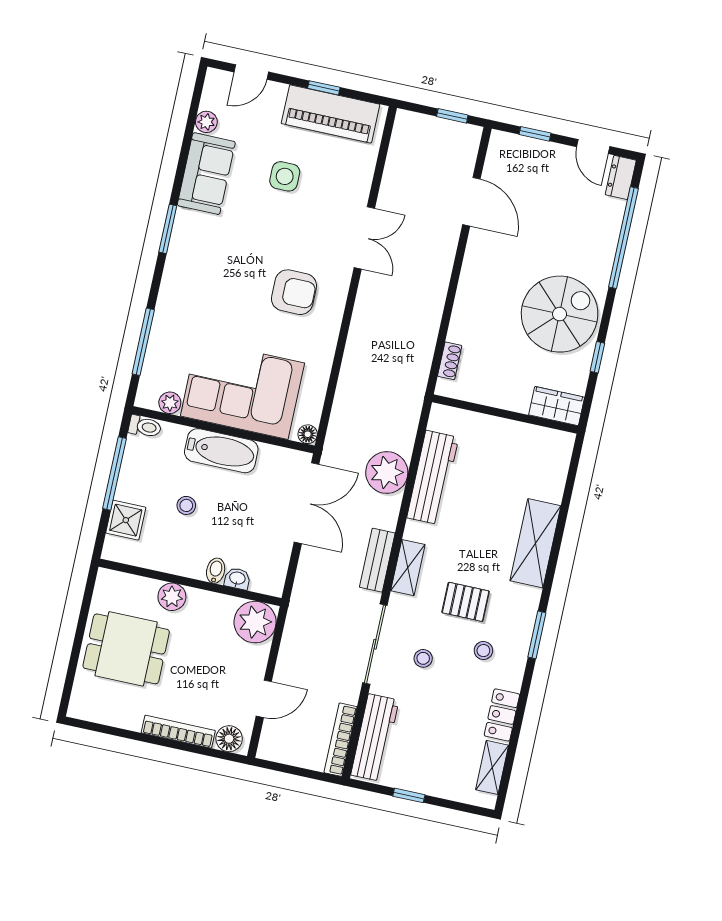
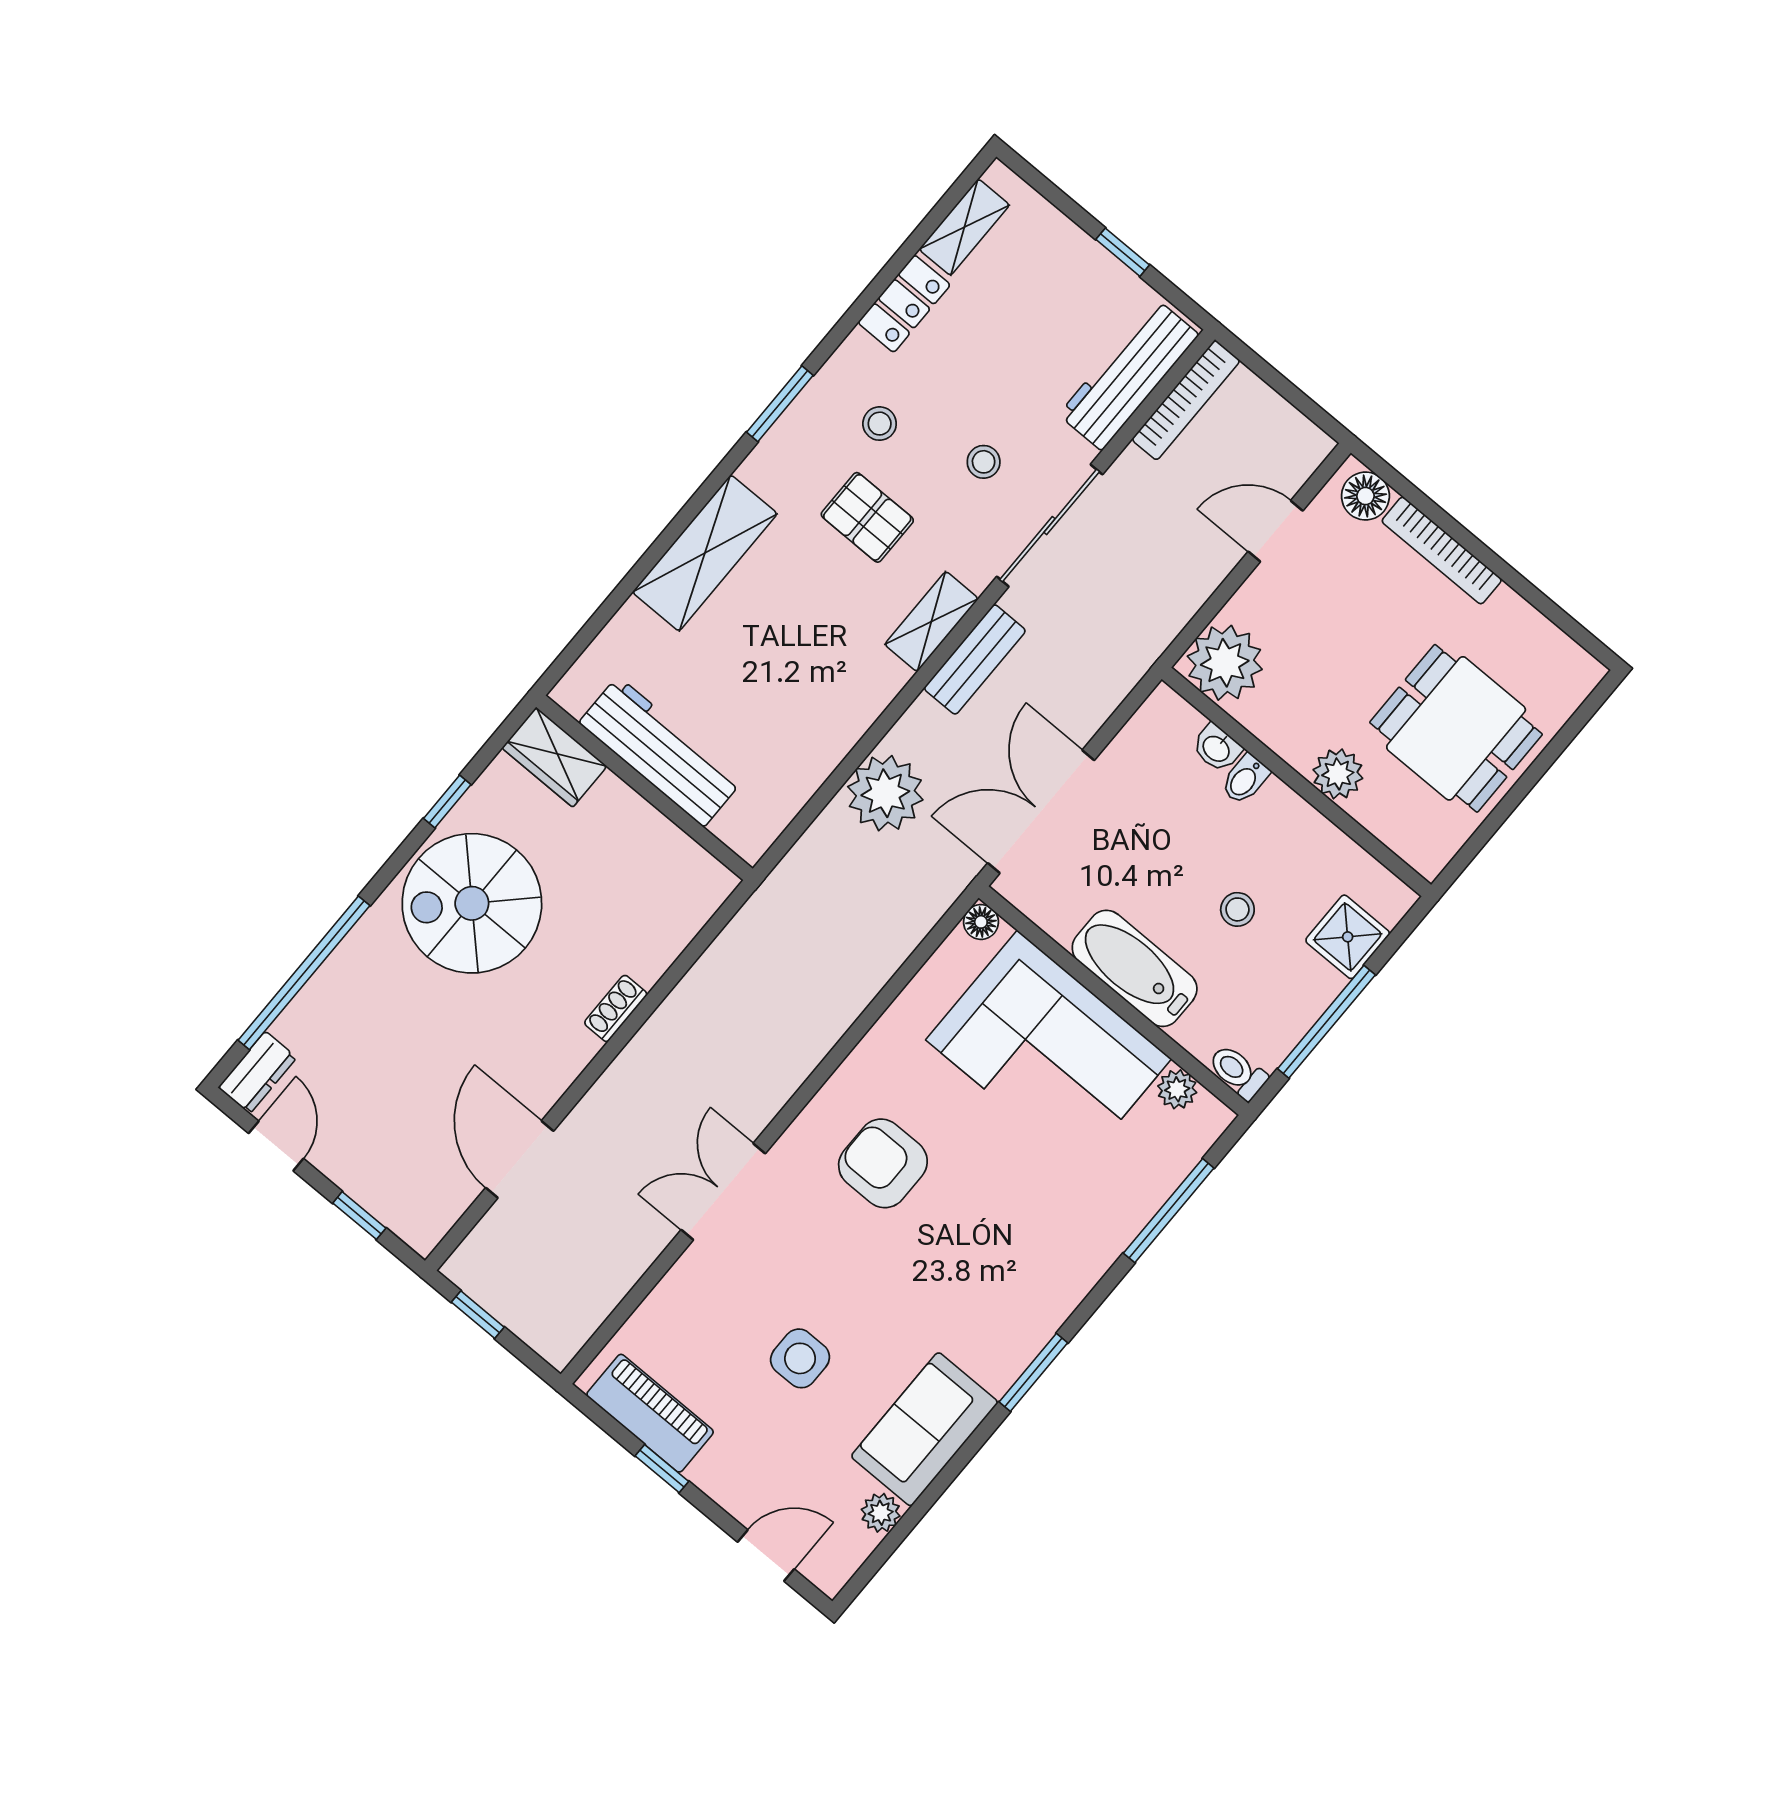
piano: (331, 114) -> (650, 1413), width x0.73, depth x0.75
shoe rack: (450, 361) -> (616, 1008), moved
workbench: (433, 478) -> (661, 752), moved, turned 90

